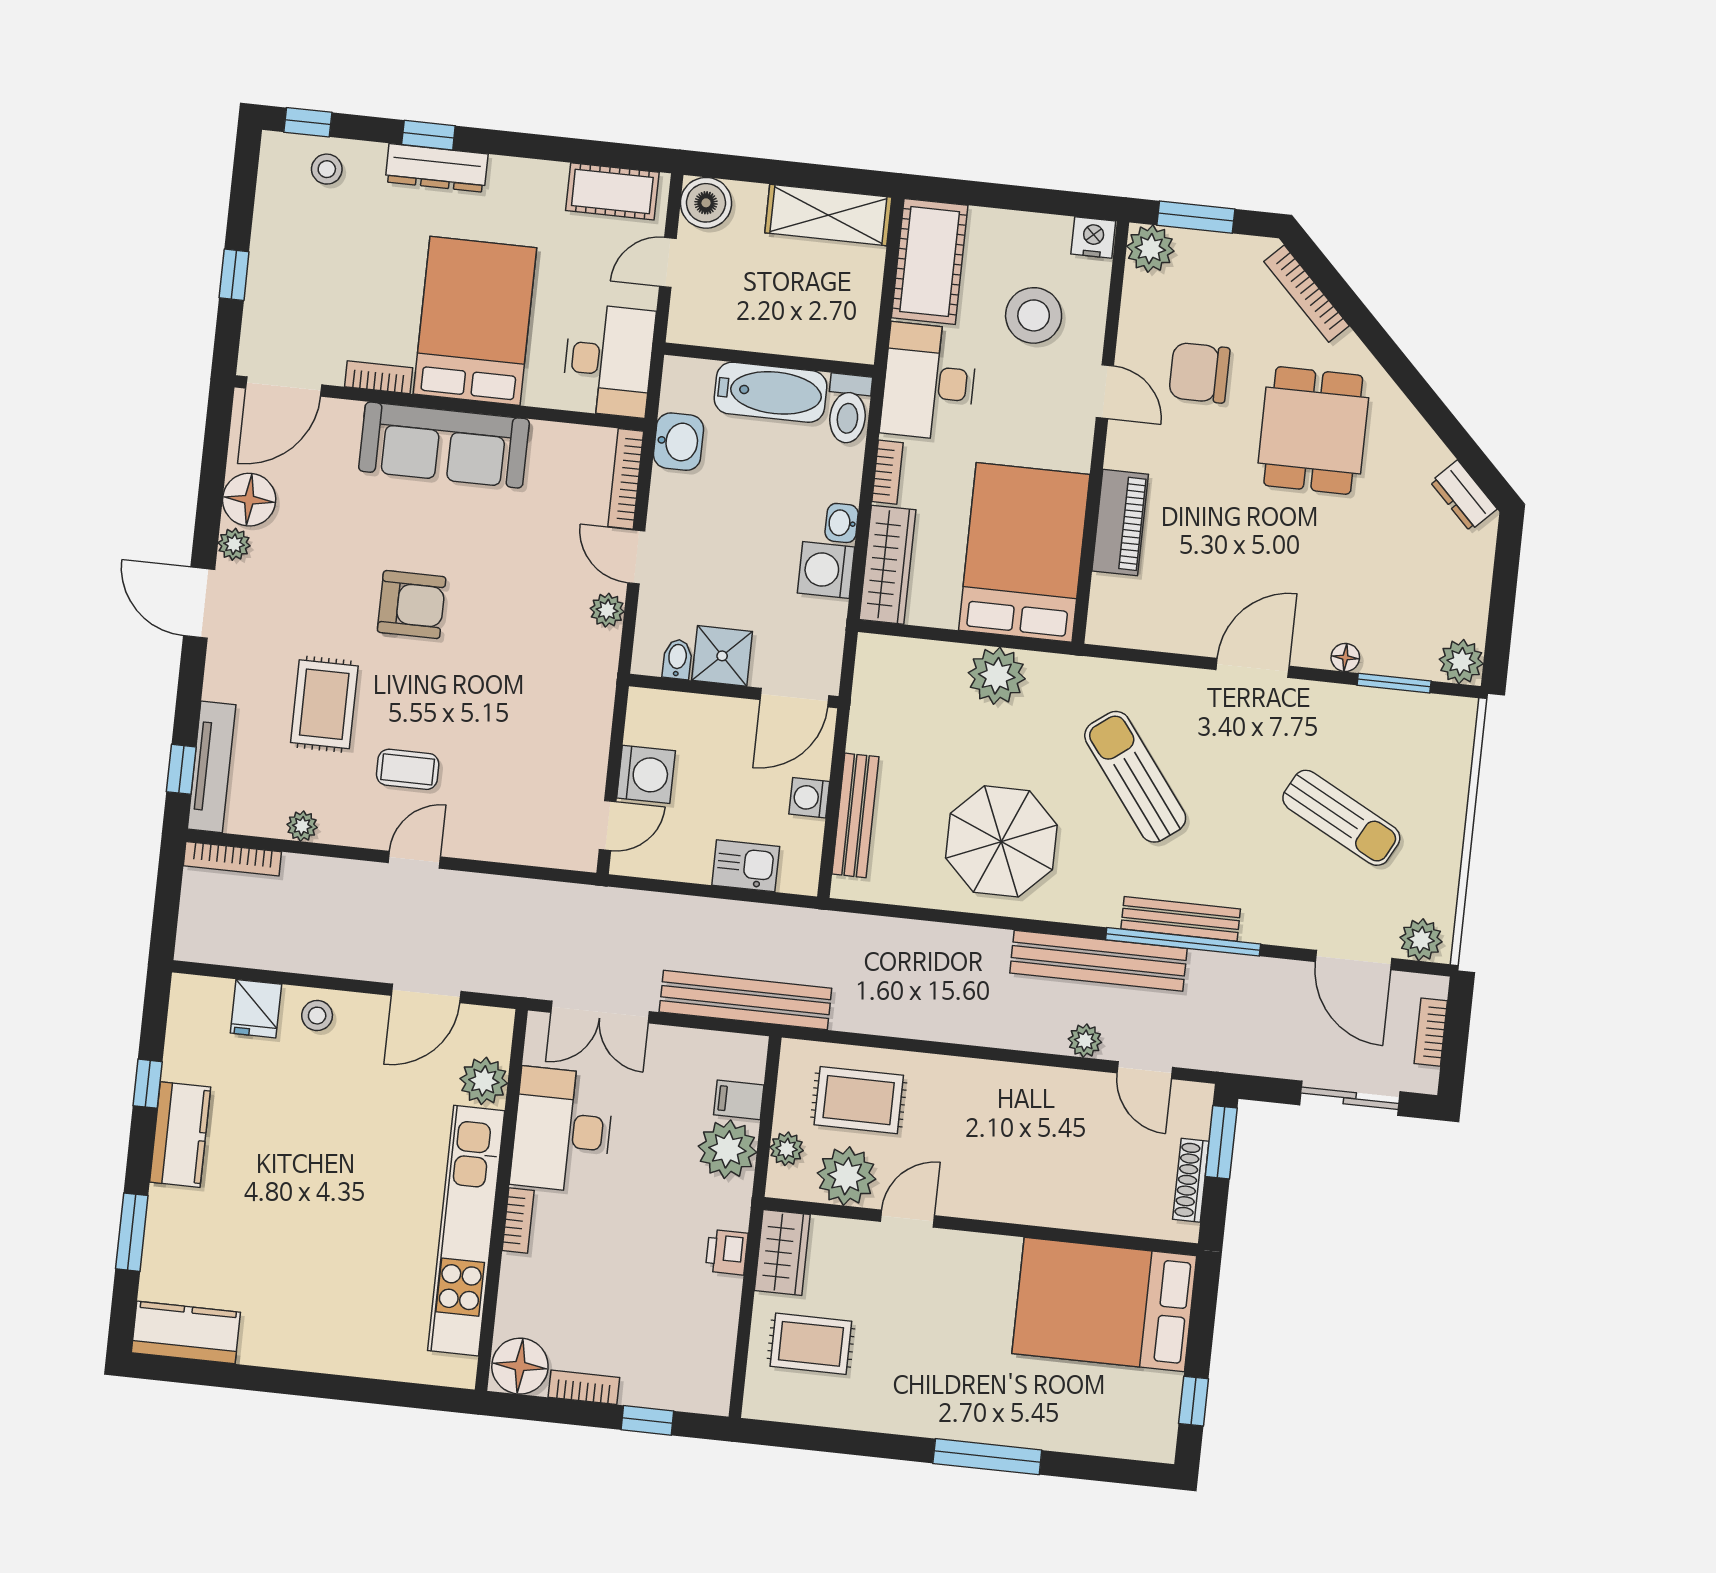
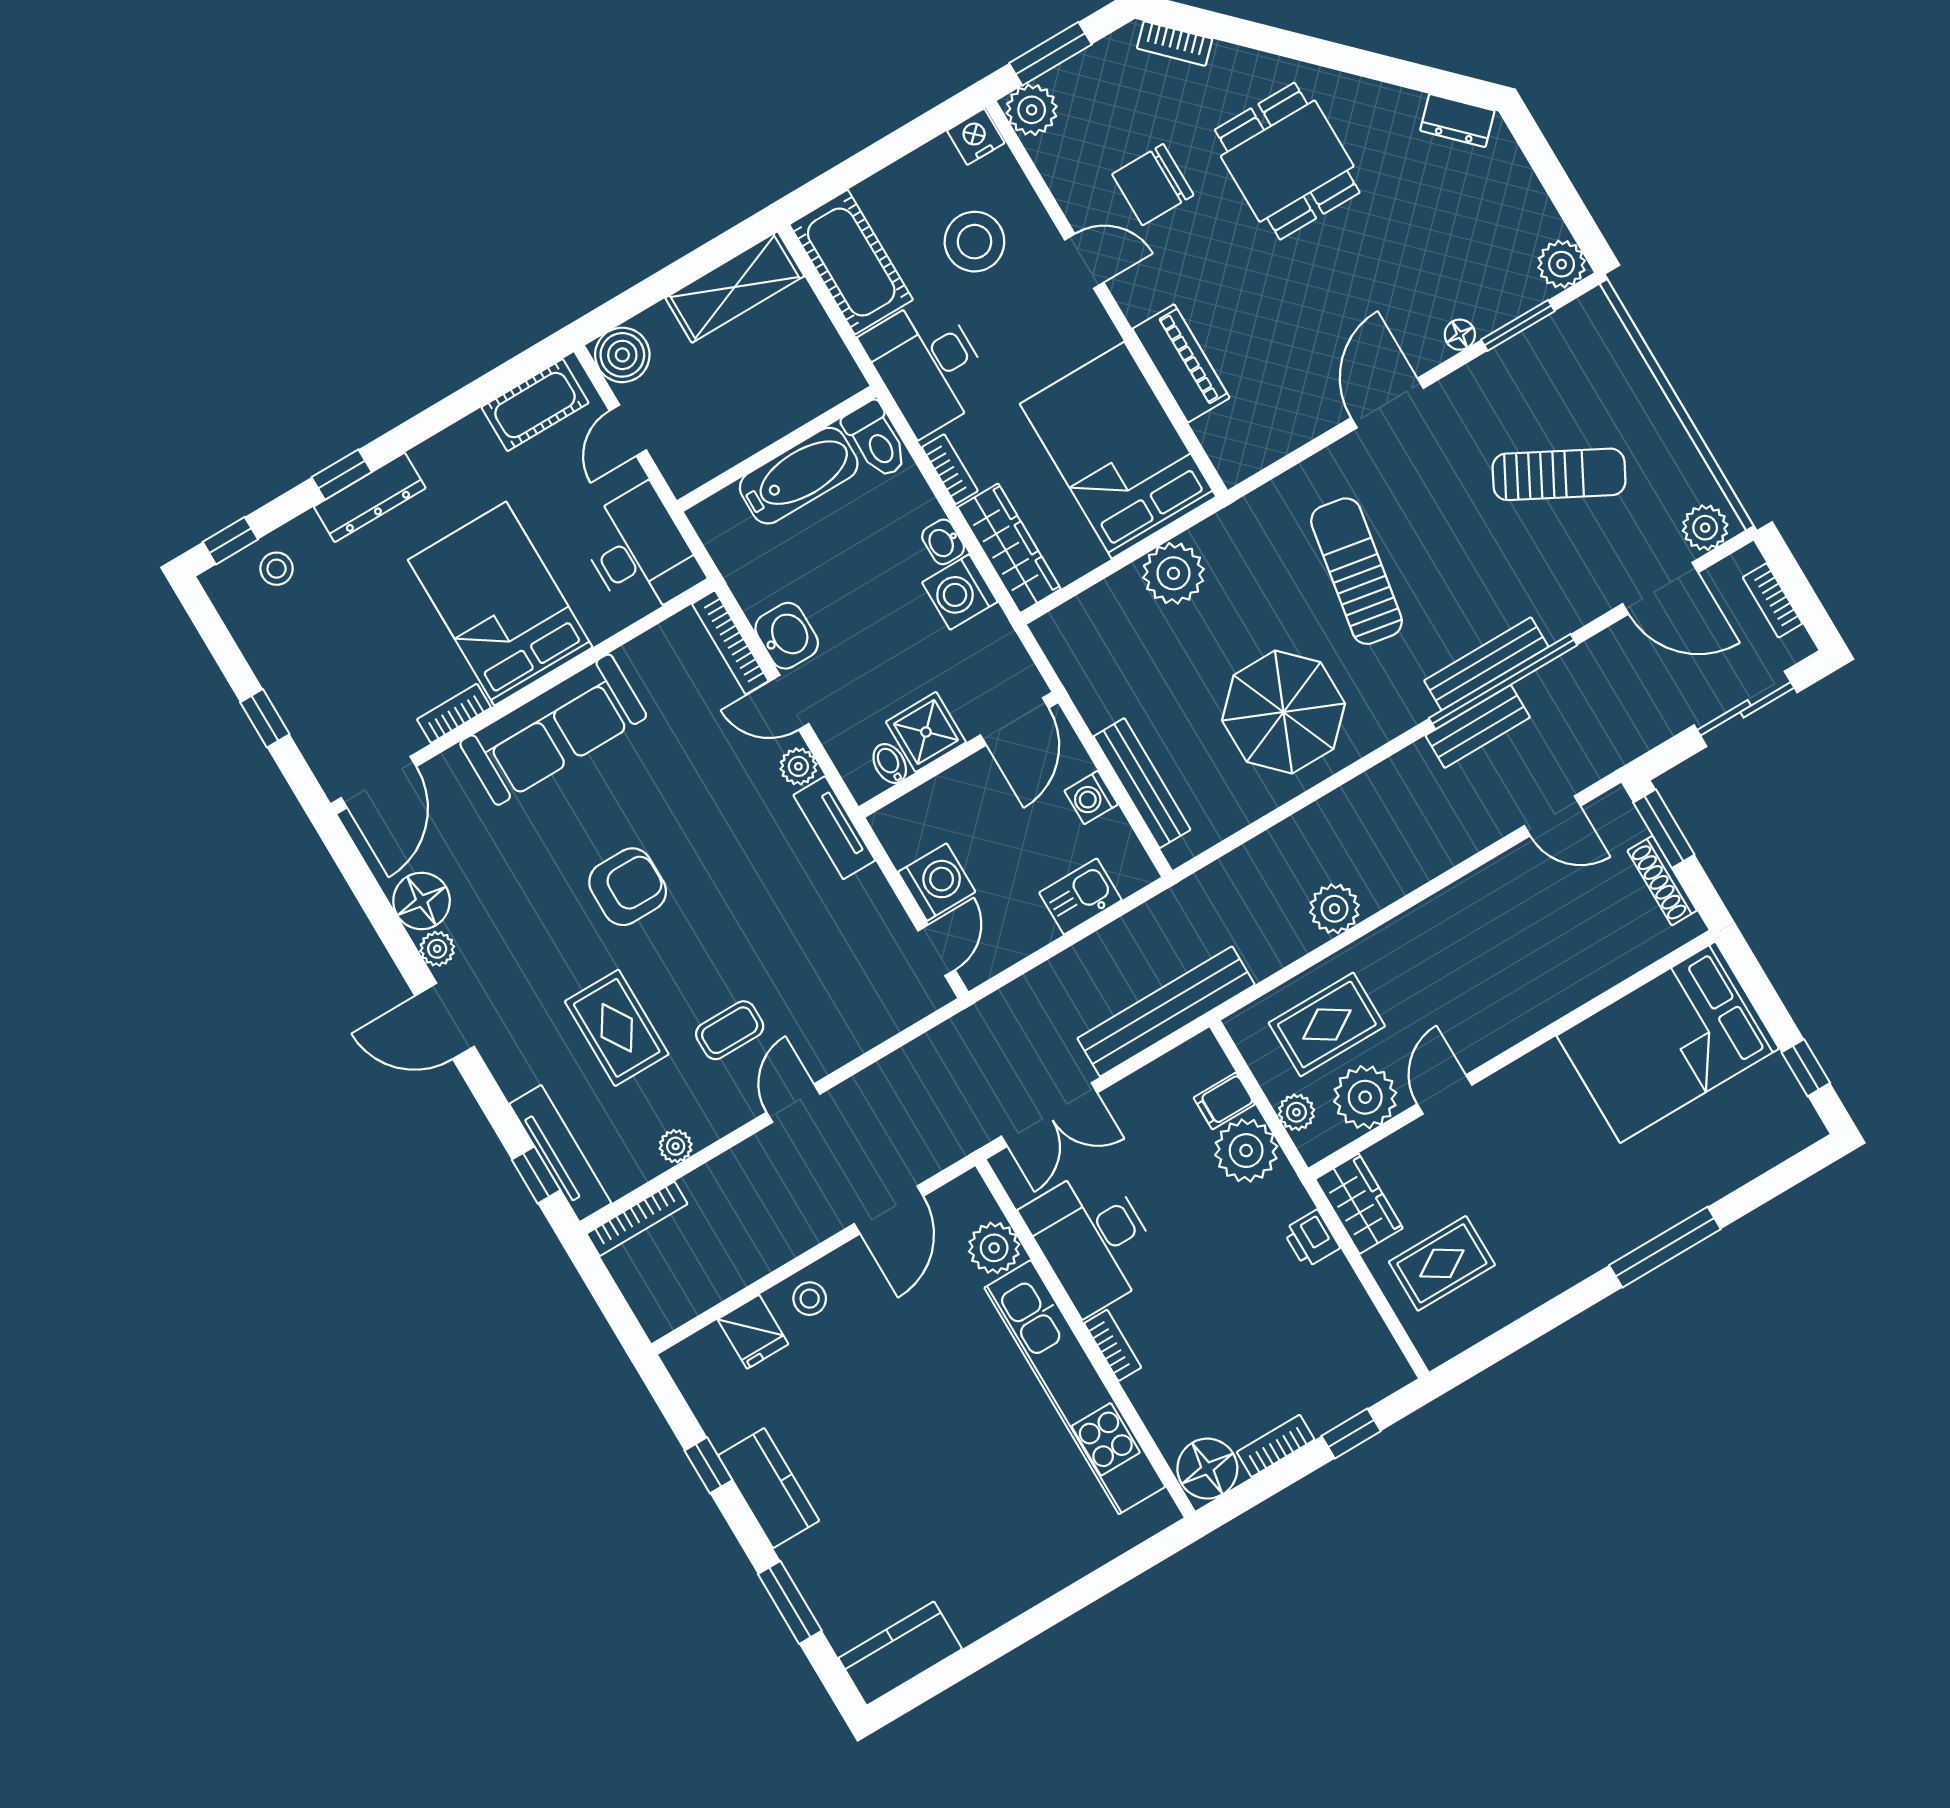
bookcase: (1307, 294) -> (1175, 43), width x0.64
washbasin: (679, 442) -> (787, 636), moved
tv unit: (600, 676) -> (834, 828), added
sun lounger: (1135, 777) -> (1357, 571), turned 47
bench: (1098, 961) -> (1478, 726), width x0.54, depth x0.82
plant: (1085, 1041) -> (1334, 909), moved, width x1.38, depth x1.38

